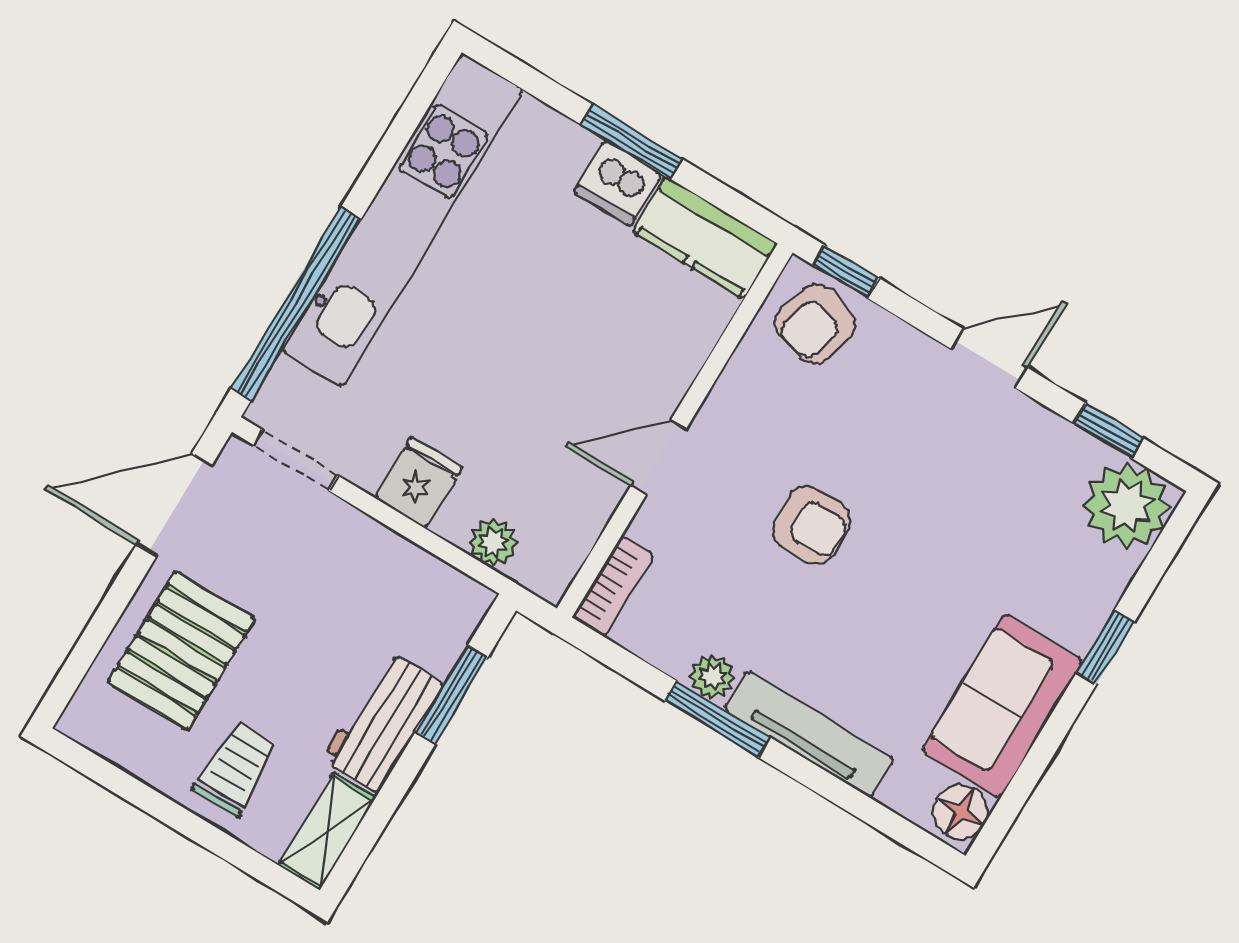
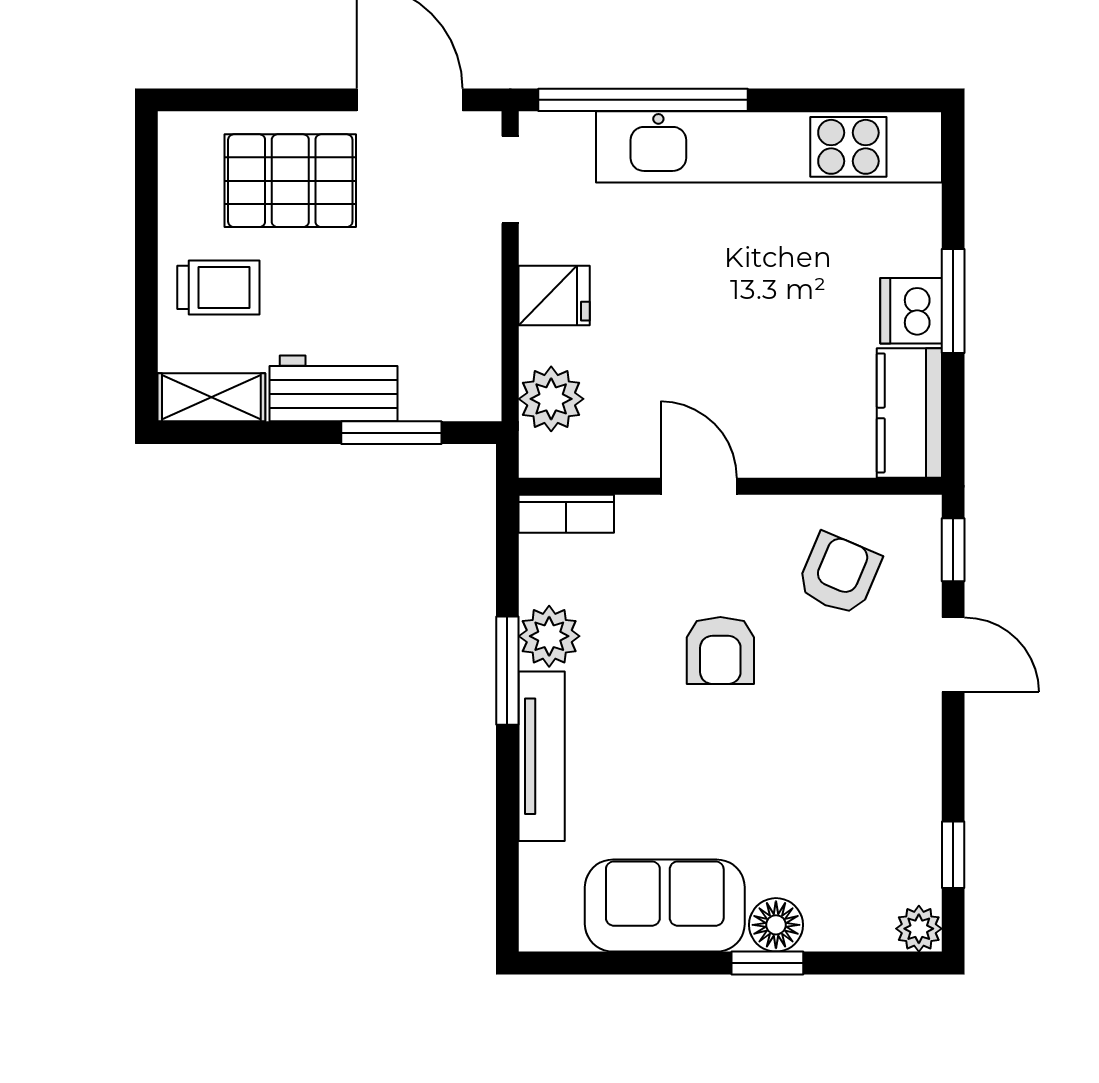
armchair: (815, 324) -> (839, 574), moved, turned 97
door: (990, 358) -> (953, 655), moved
plant: (1127, 506) -> (919, 929), width x0.53, depth x0.53
plant: (494, 542) -> (551, 399), width x1.38, depth x1.38
plant: (712, 676) -> (549, 636), width x1.38, depth x1.38
floor lamp: (961, 812) -> (776, 925), moved

